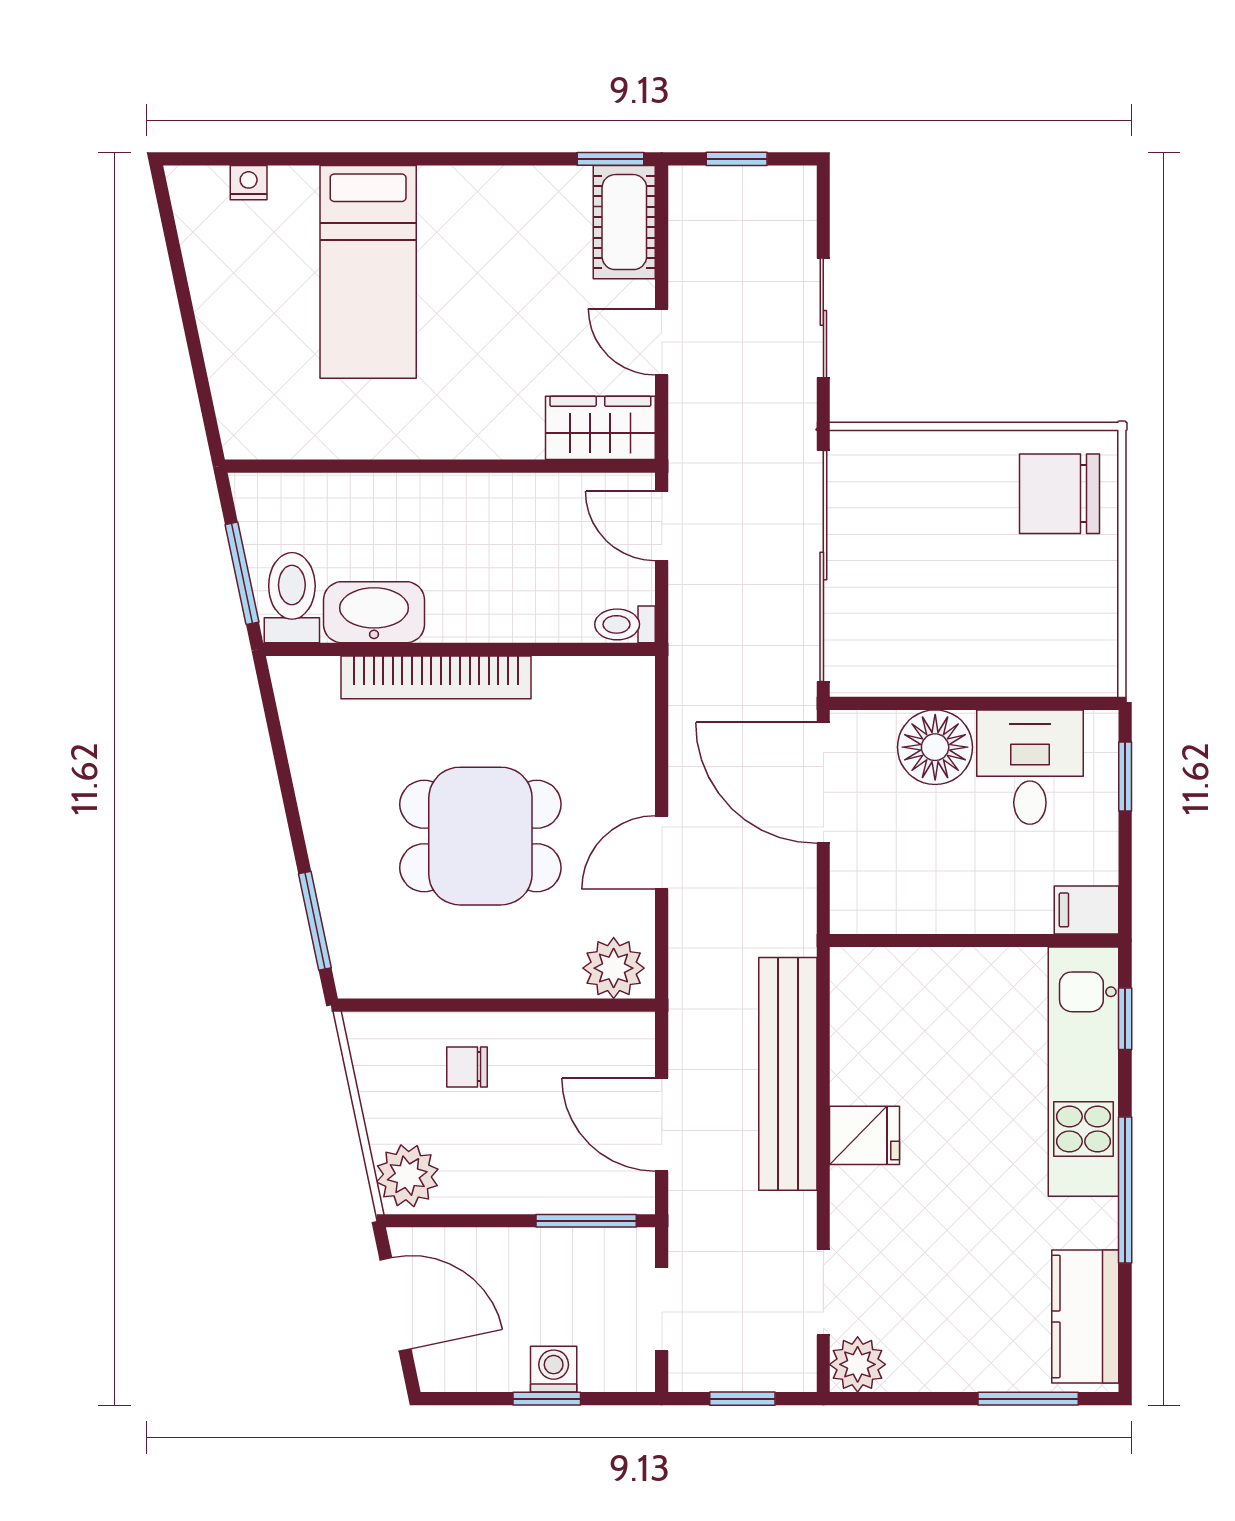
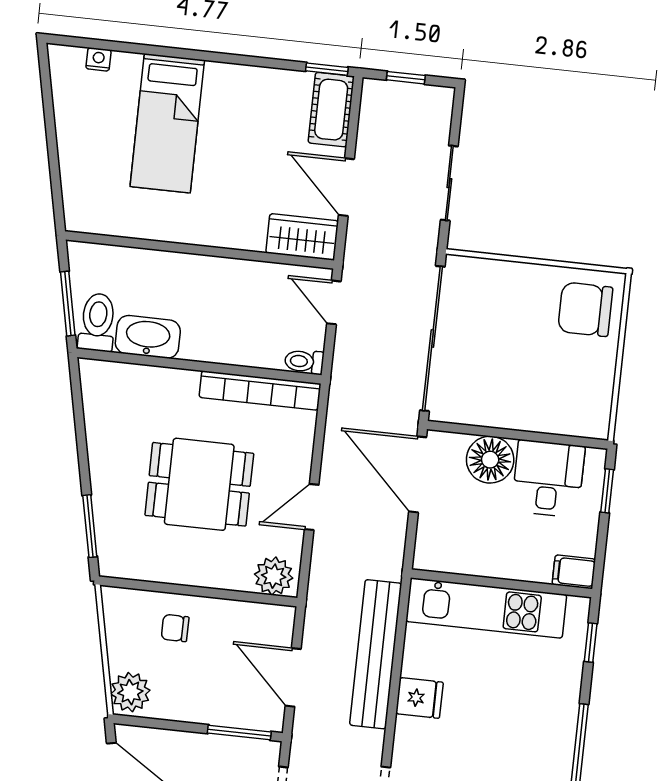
door: (662, 342) -> (346, 187), width x1.38
bookcase: (436, 677) -> (260, 390), moved
kitchen unit: (1084, 1072) -> (486, 608), moved, turned -90

